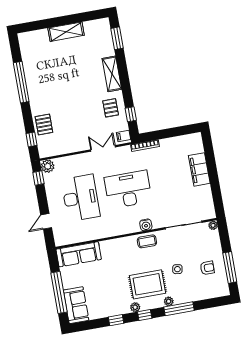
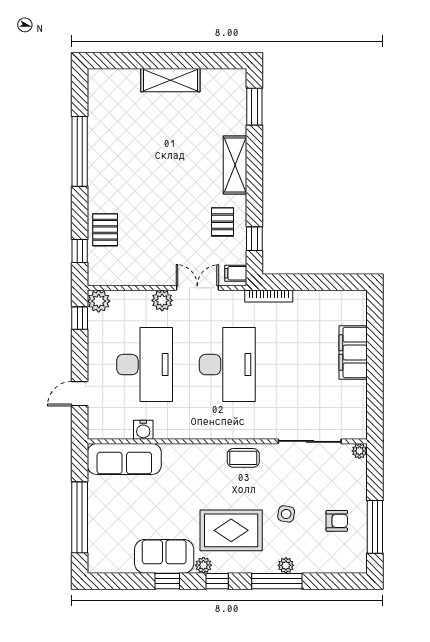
plant: (84, 159) -> (162, 300), added
desk: (128, 189) -> (227, 365), turned 90
water cooler: (146, 225) -> (143, 430), moved
plant: (169, 301) -> (286, 565), moved
sofa: (76, 305) -> (164, 556), moved, turned -90

